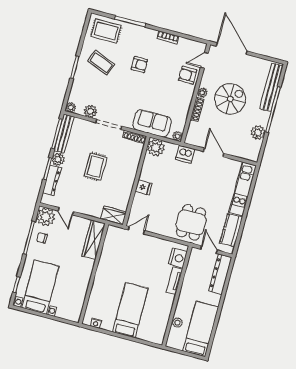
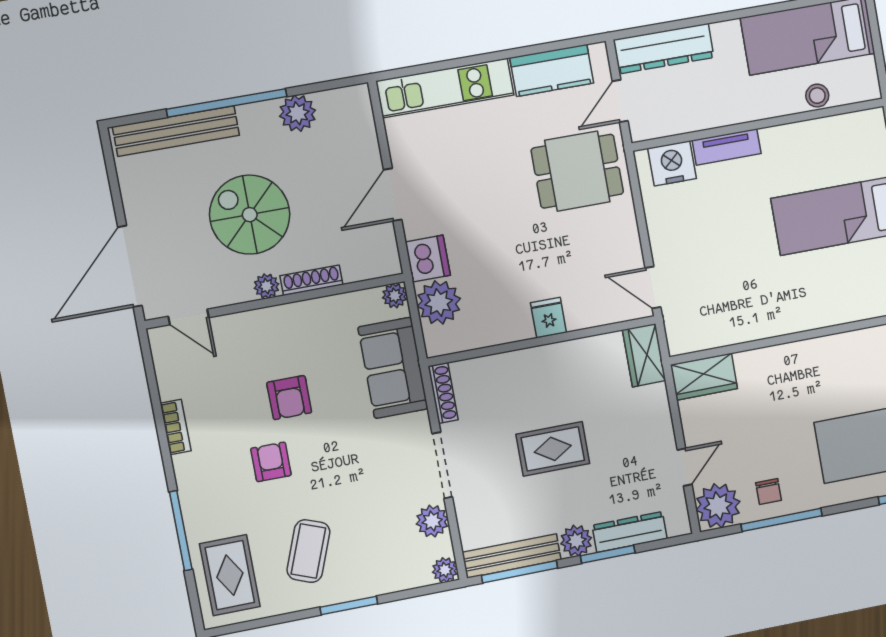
armchair: (188, 75) -> (289, 398), moved
plant: (156, 147) -> (439, 302), moved
wardrobe: (94, 240) -> (704, 377), width x0.67

